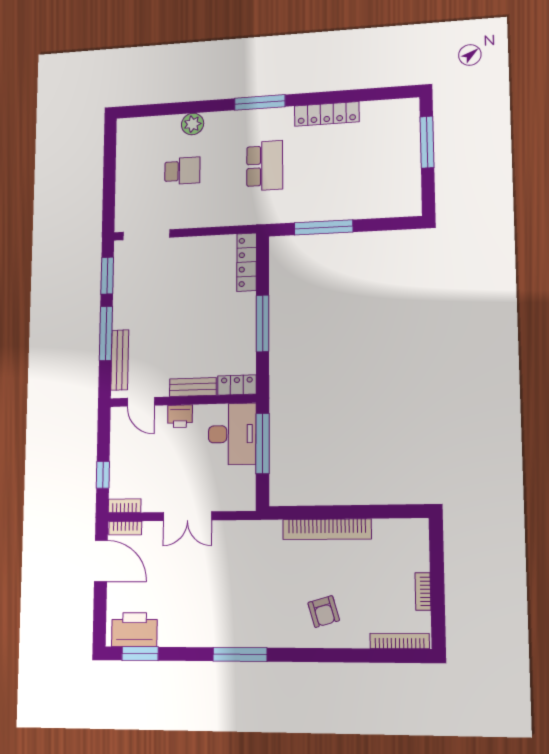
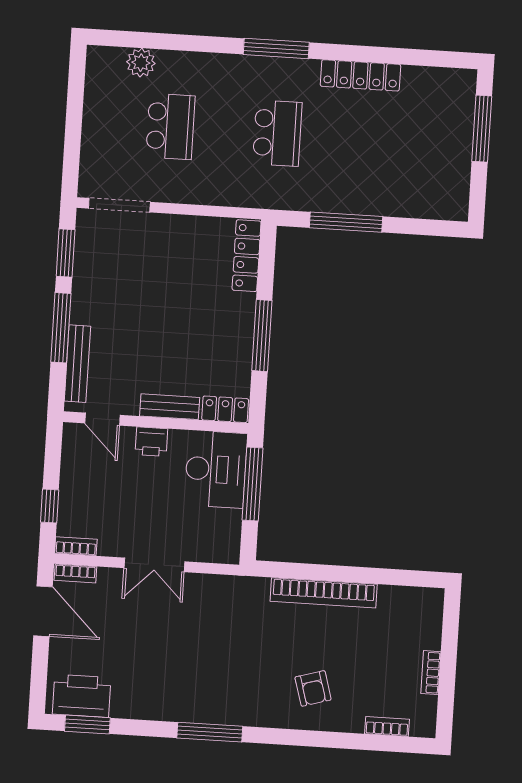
plant: (193, 124) -> (141, 63), moved
school desk: (182, 171) -> (170, 126), width x1.85
bookcase: (400, 641) -> (387, 727), width x0.64

